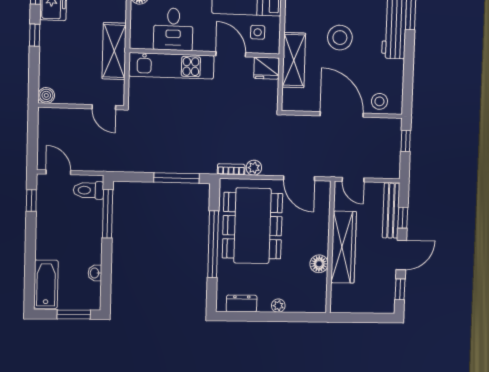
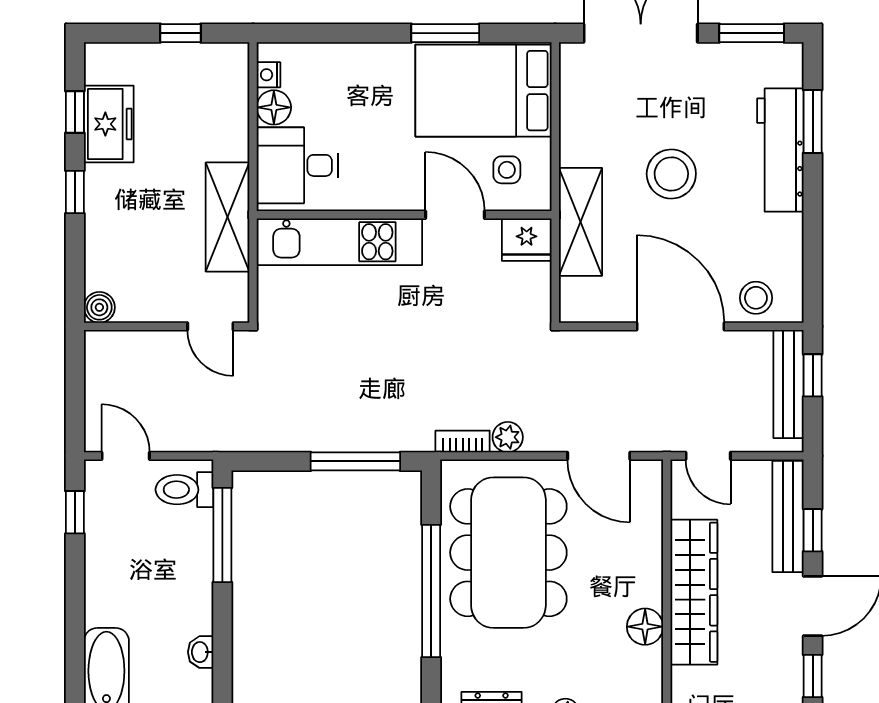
desk: (173, 29) -> (298, 165), moved, turned 90
bench: (394, 145) -> (788, 384), added

